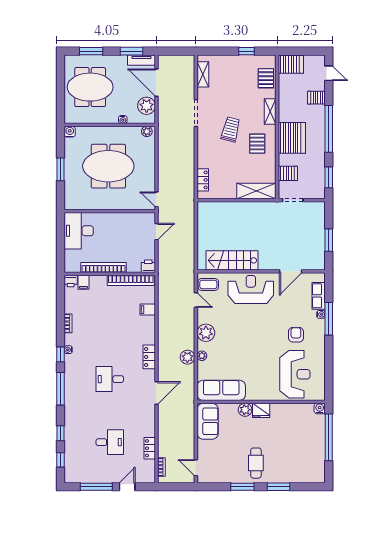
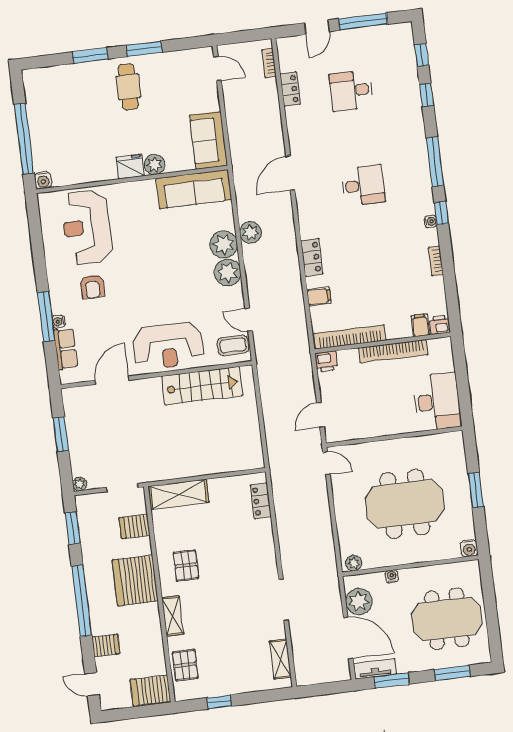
trolley: (231, 129) -> (229, 582), removed
plant: (320, 206) -> (80, 484), added
plant: (202, 356) -> (224, 244), width x1.88, depth x1.88
locker: (149, 357) -> (312, 257), moved

